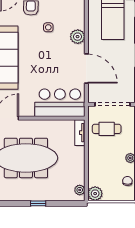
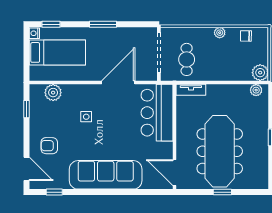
side table: (48, 27) -> (86, 117), moved
plant: (78, 37) -> (53, 93), moved

